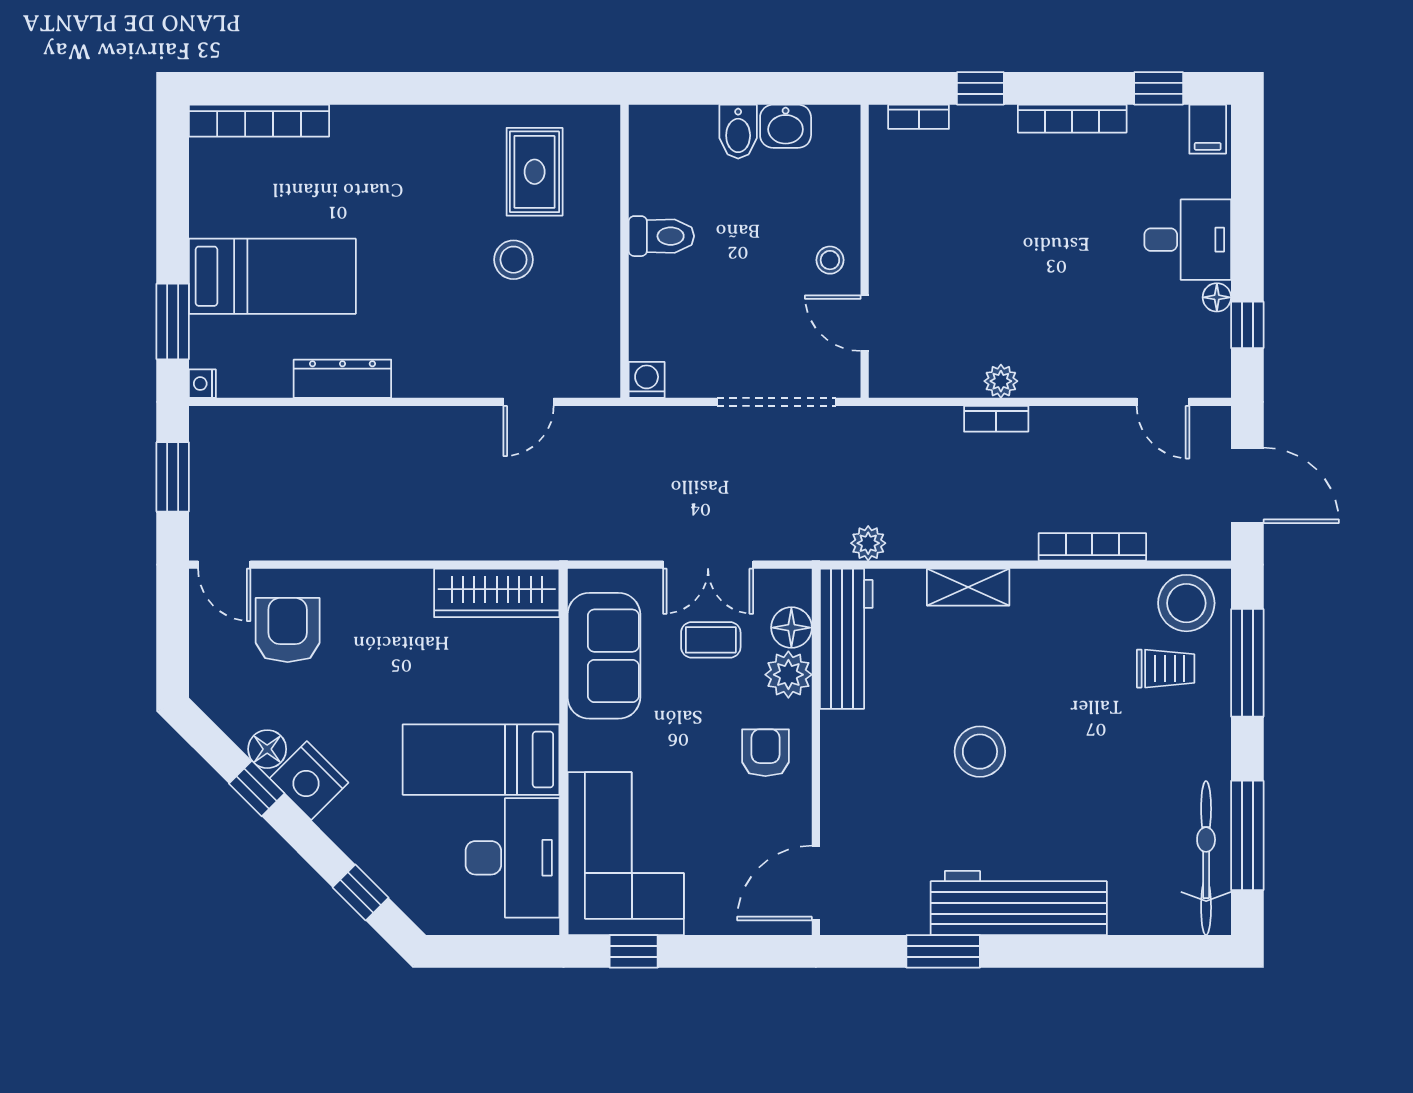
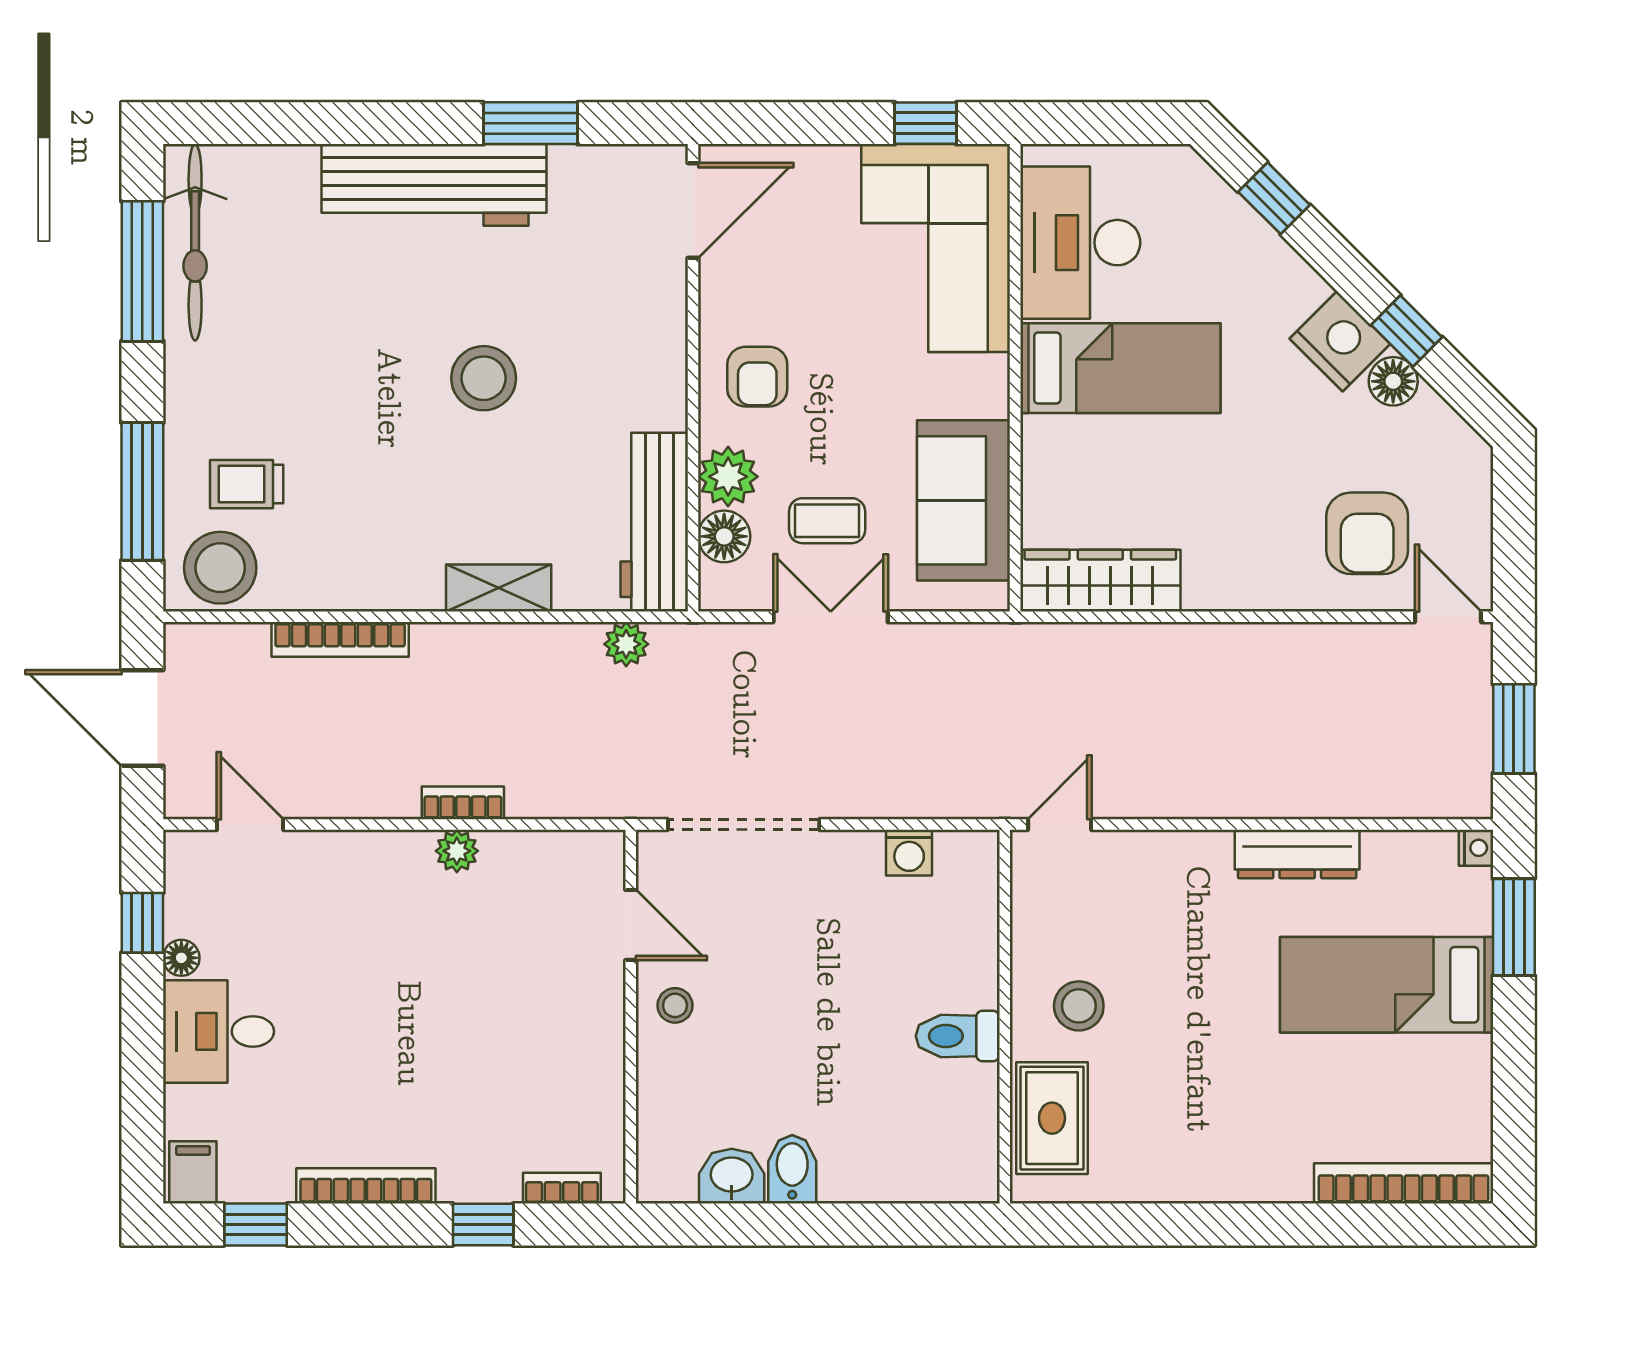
toilet: (661, 236) -> (958, 1036), moved
wall: (625, 251) -> (1005, 1017), moved

